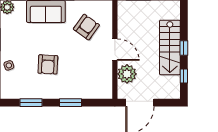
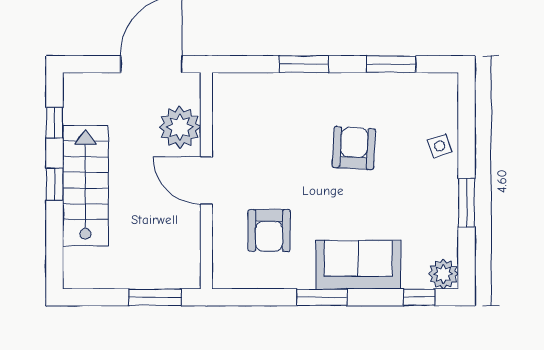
armchair: (86, 27) -> (269, 230), turned -36

